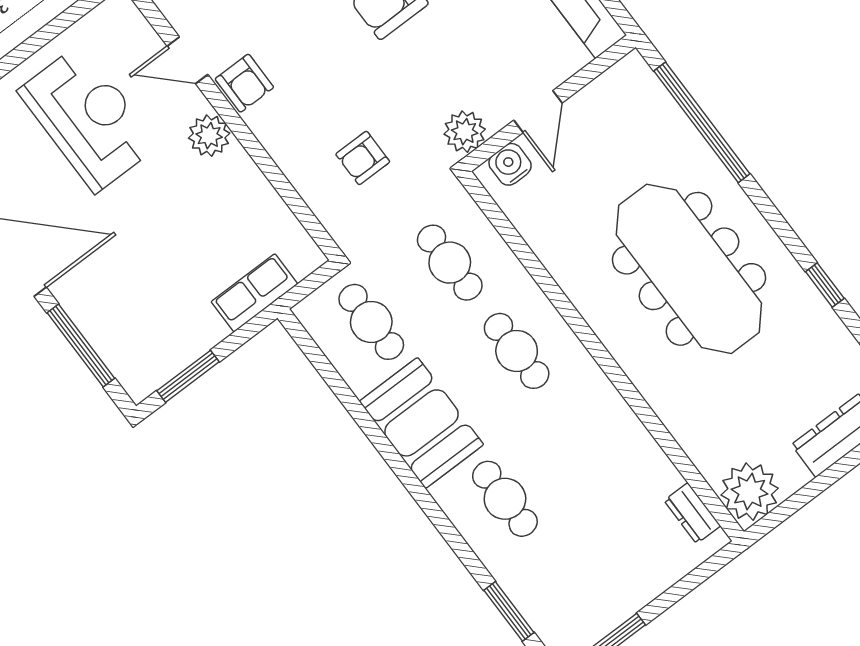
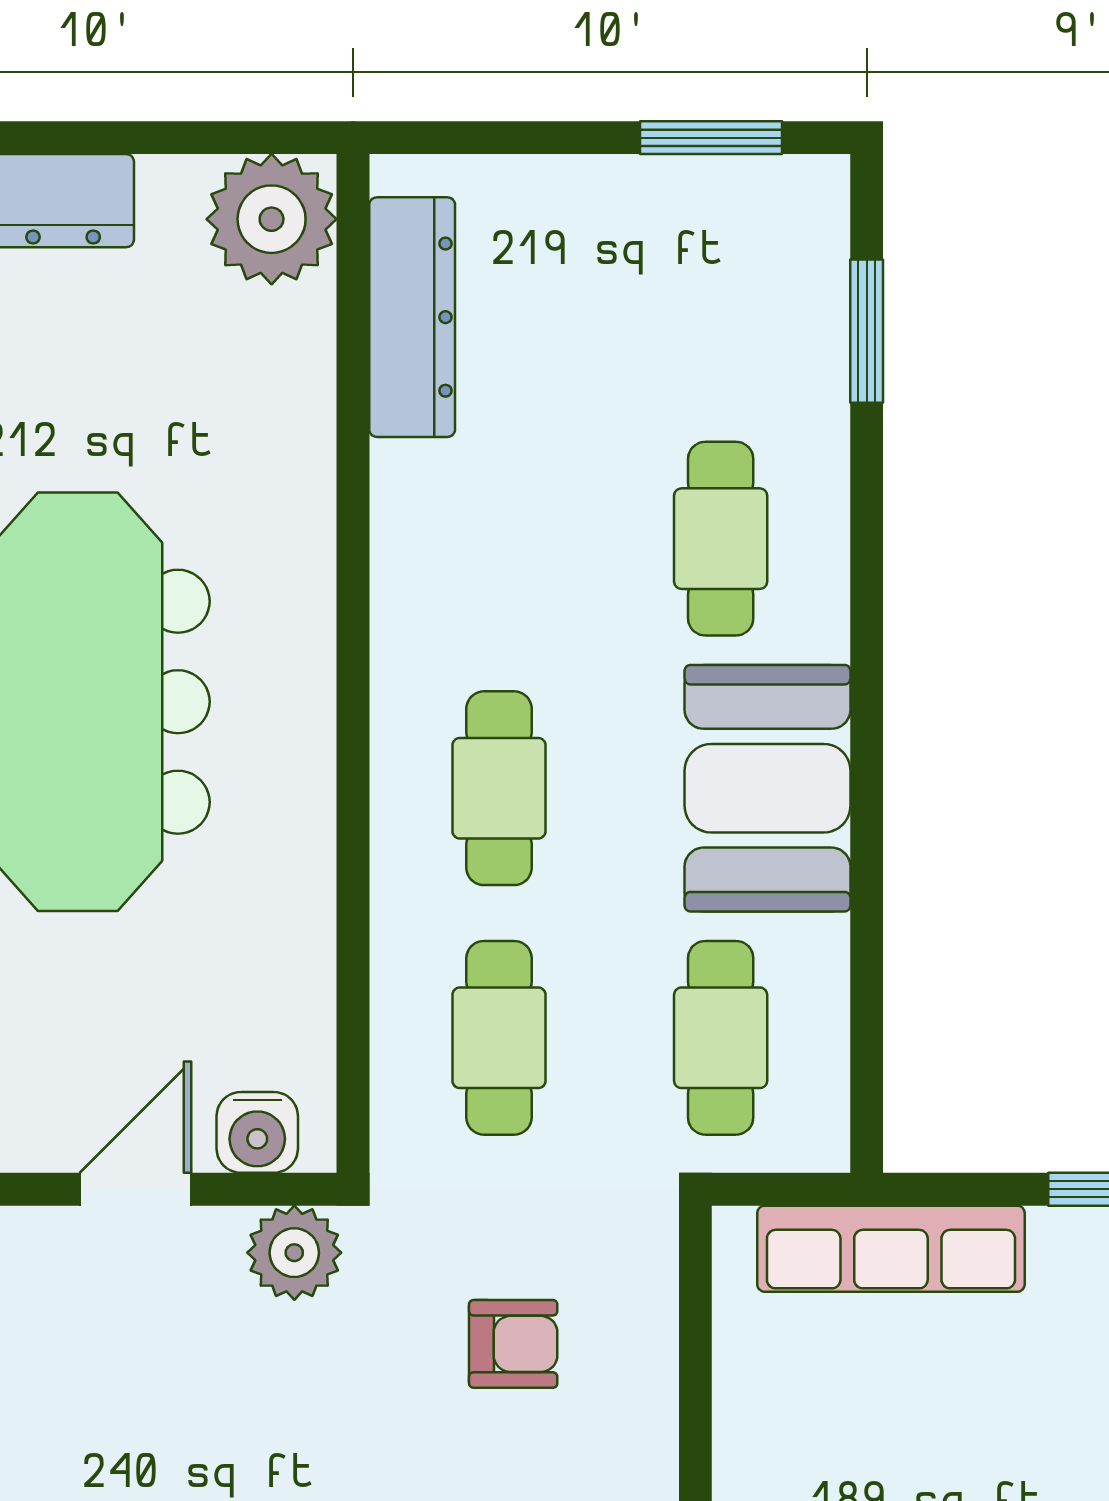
row of seats: (254, 293) -> (891, 1249), width x1.48
dresser: (692, 513) -> (412, 317), width x1.96, depth x1.24

